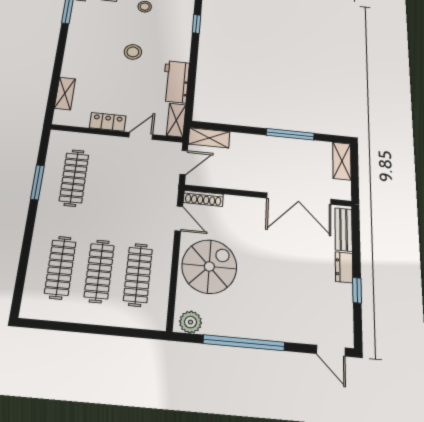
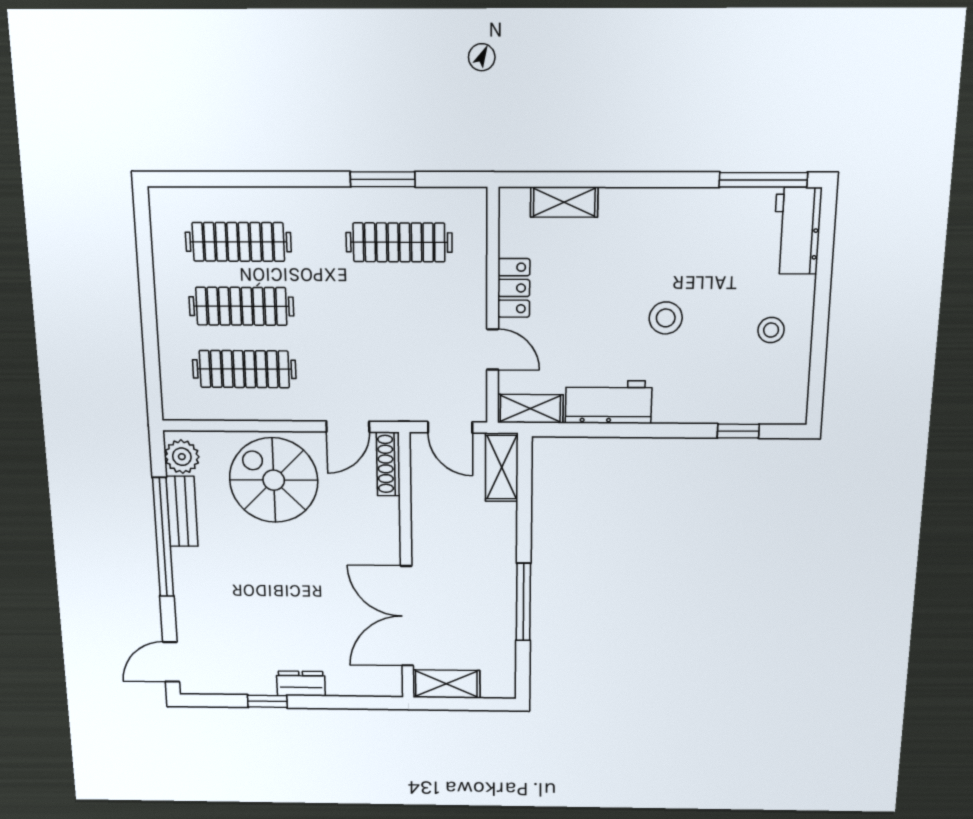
shelving: (342, 161) -> (446, 684), moved
bench: (344, 229) -> (182, 511), moved, turned 90
spiral stairs: (209, 266) -> (274, 480), turned 180

